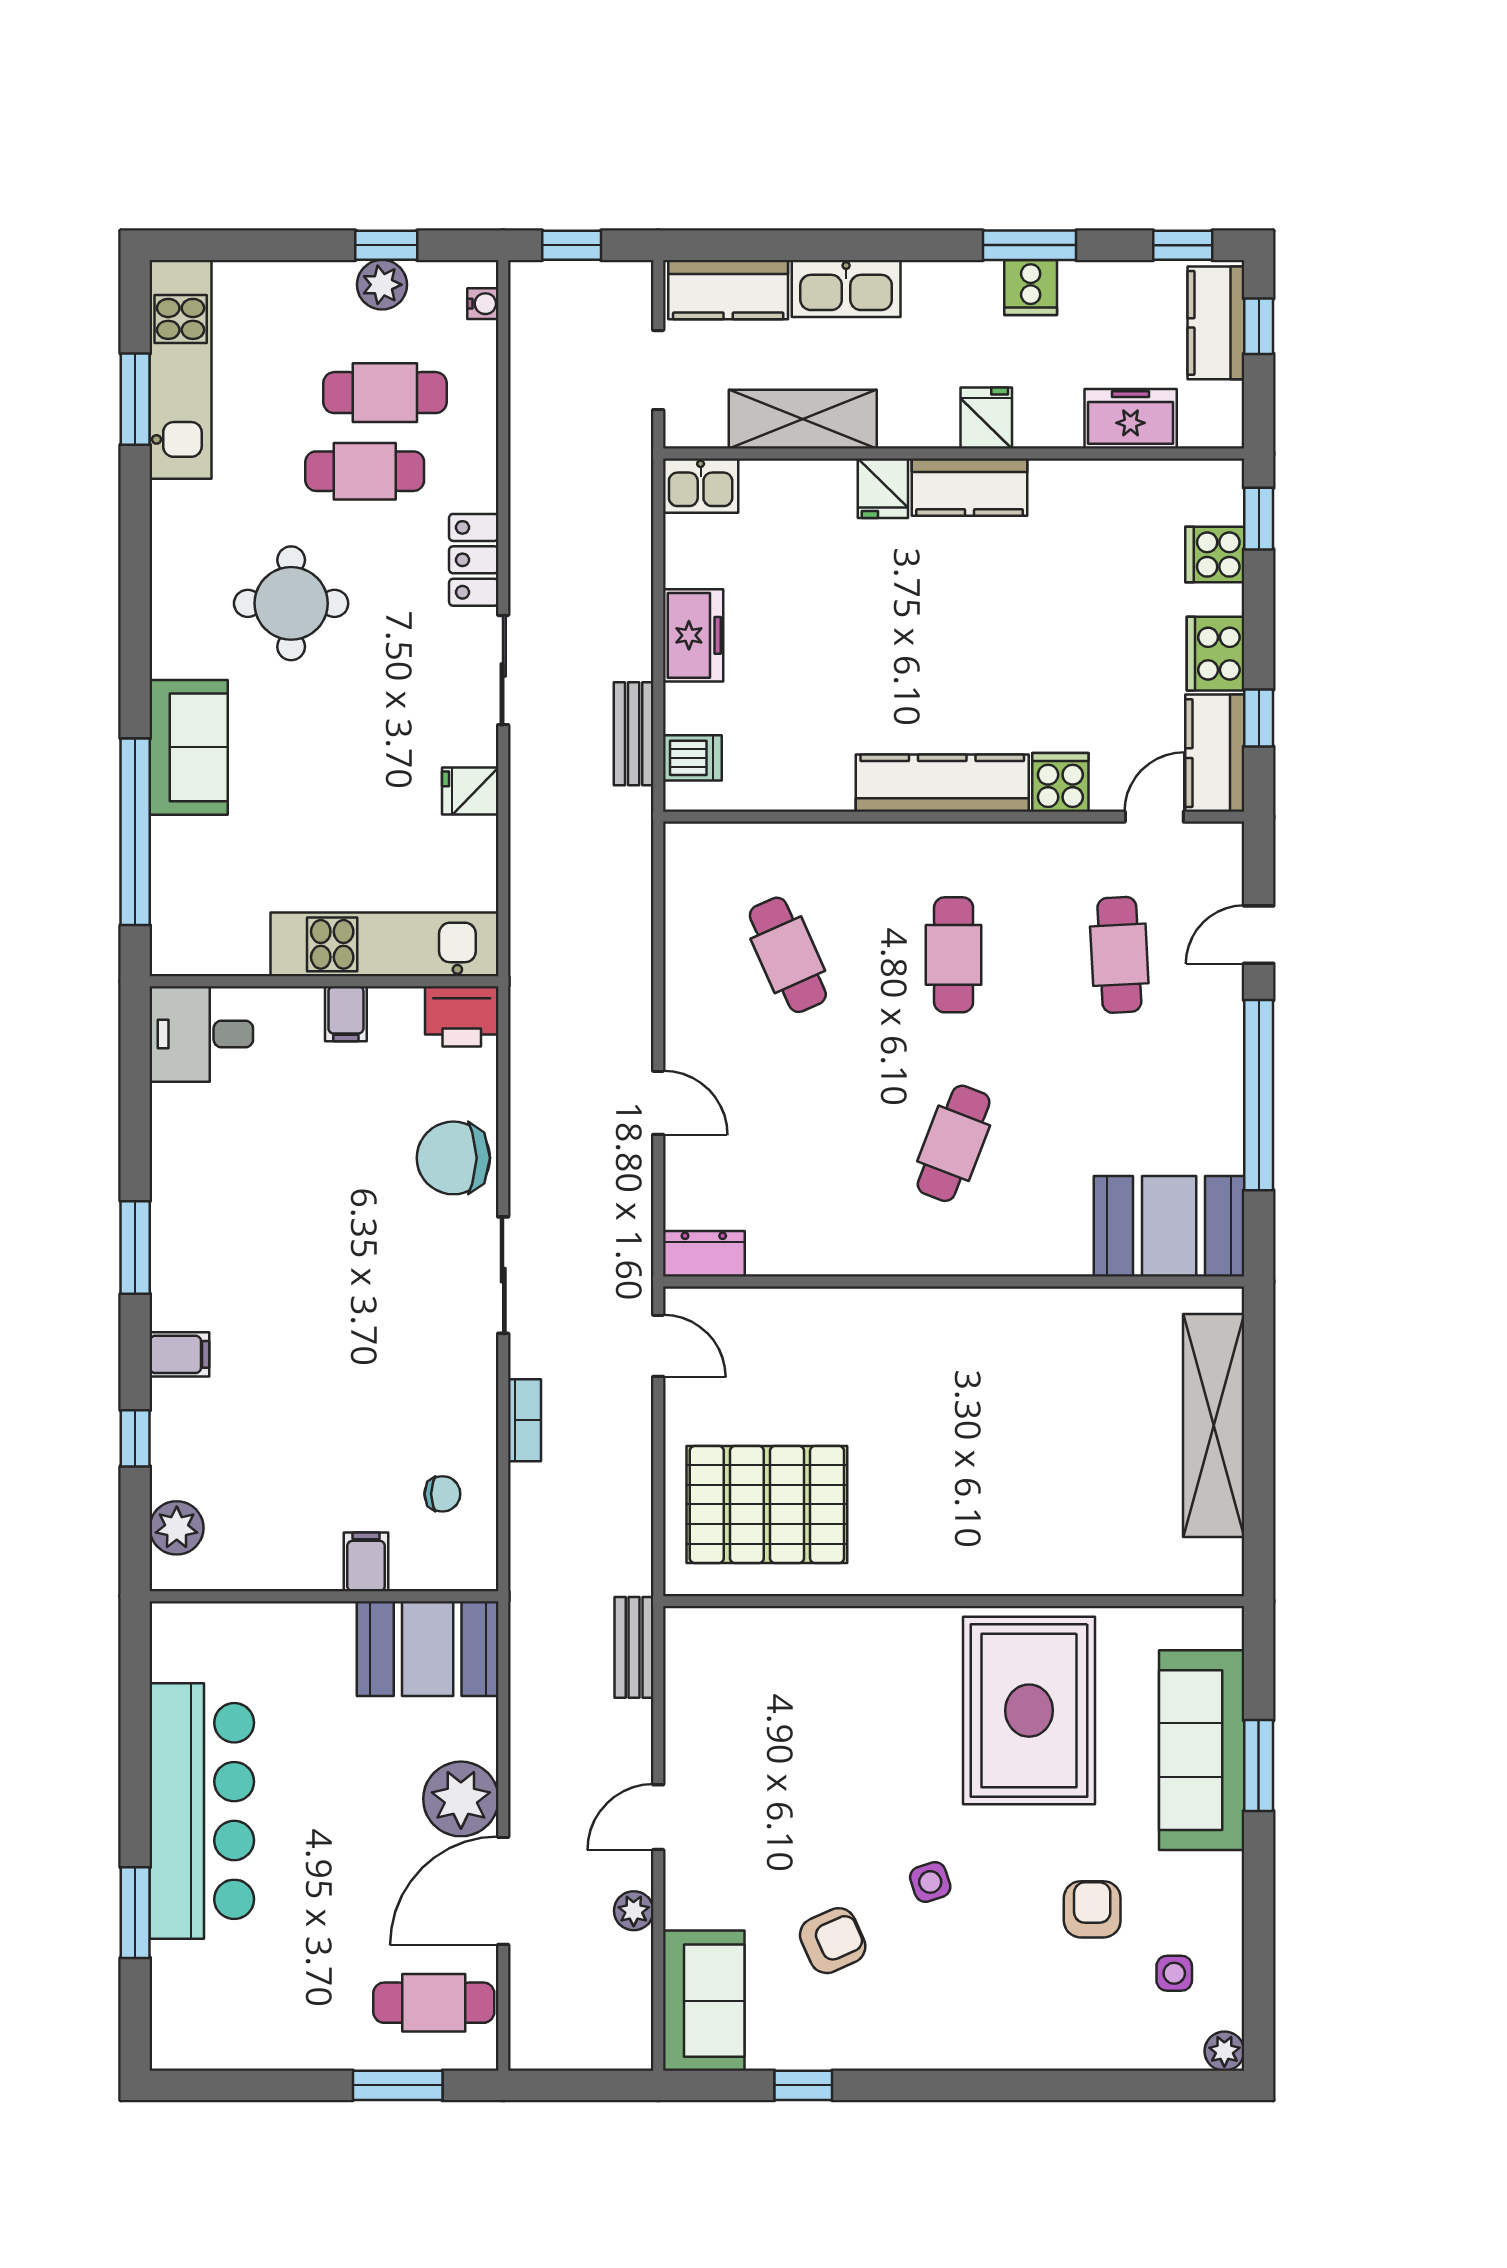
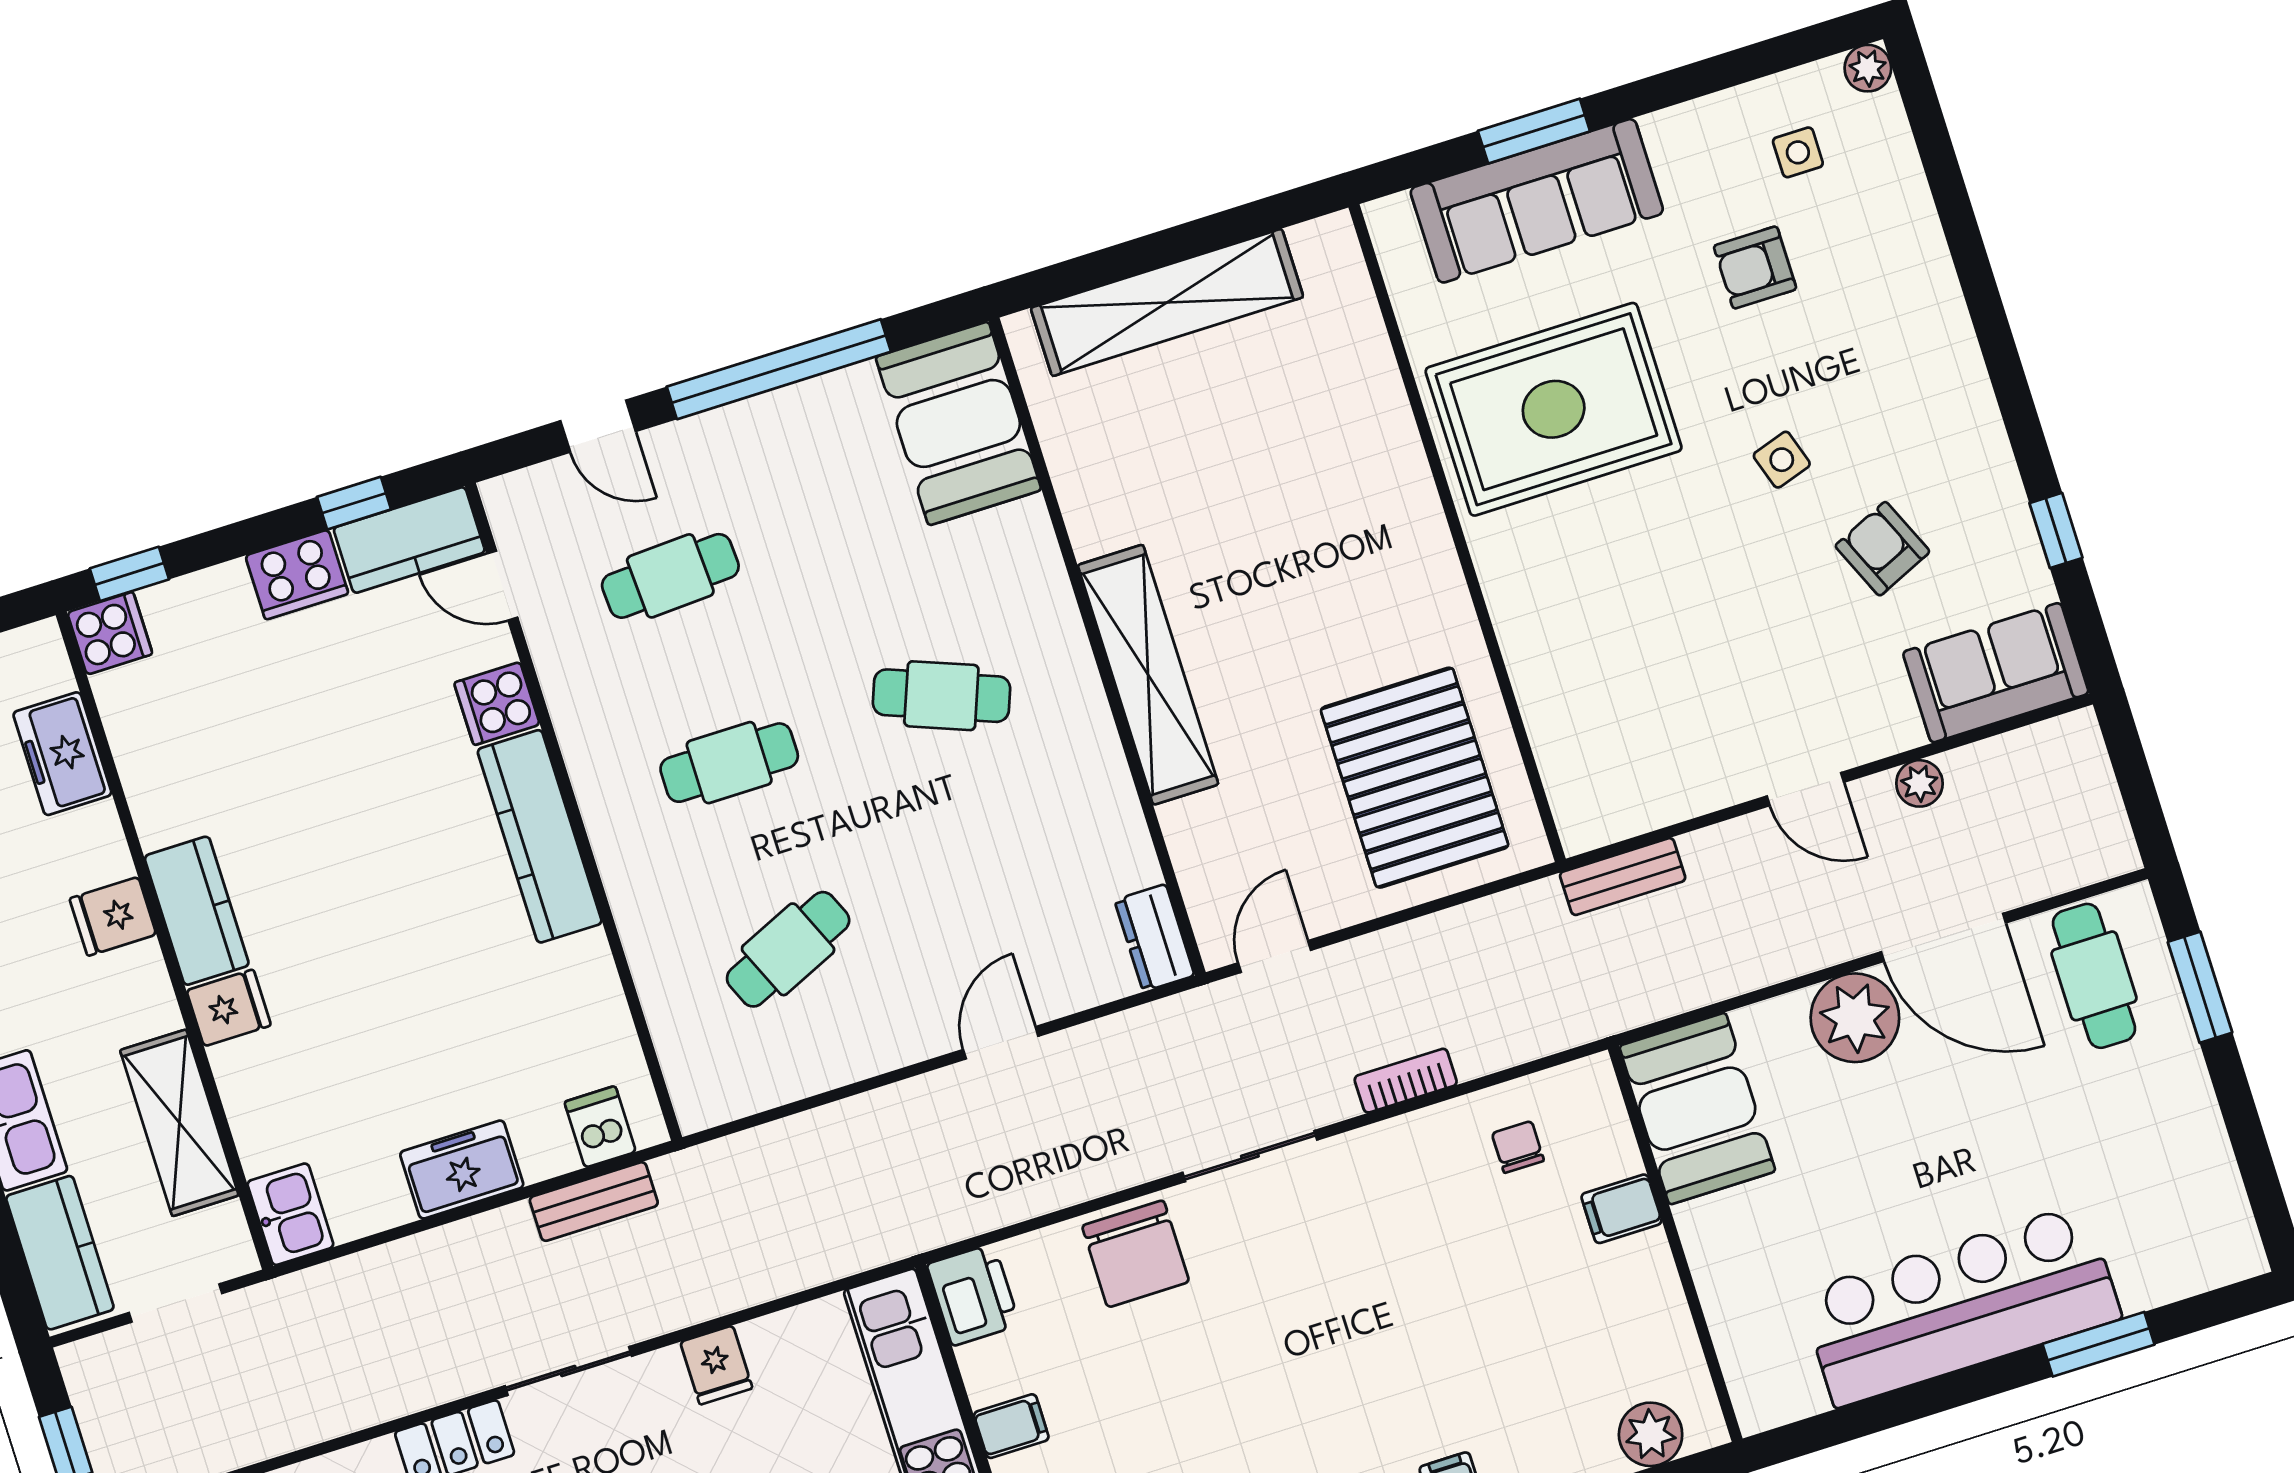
cooker: (1215, 555) -> (110, 633), moved, turned -90
shelving: (918, 1315) -> (1148, 675), added

